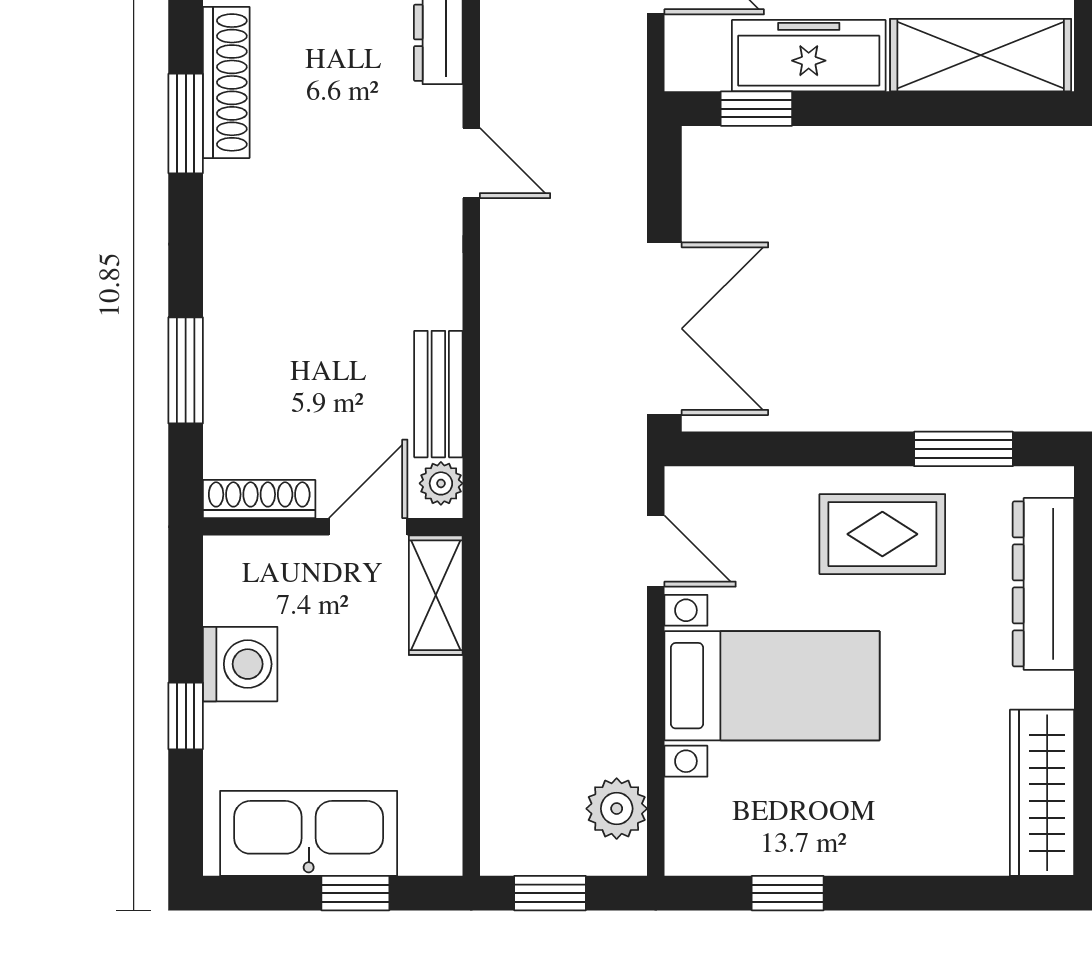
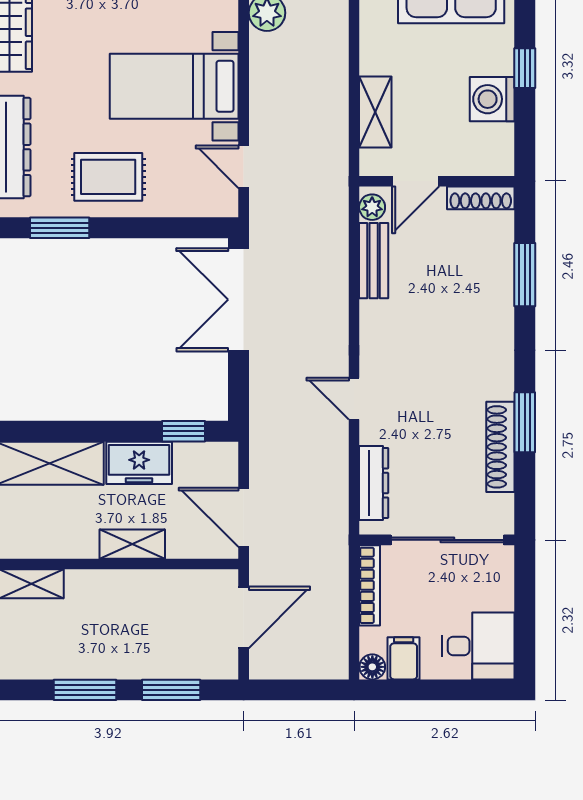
freezer: (809, 56) -> (139, 463), width x0.71
shelving: (436, 595) -> (375, 112), moved

